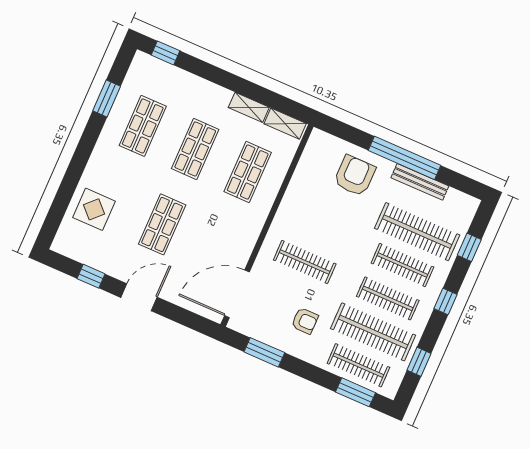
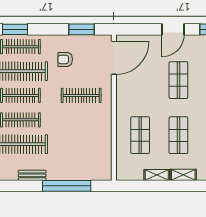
shelving: (285, 124) -> (183, 175), moved
window: (404, 158) -> (67, 186), moved
armchair: (355, 176) -> (74, 162), removed
bench: (420, 182) -> (32, 175), width x0.73

